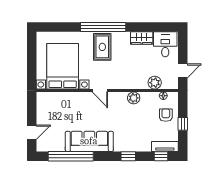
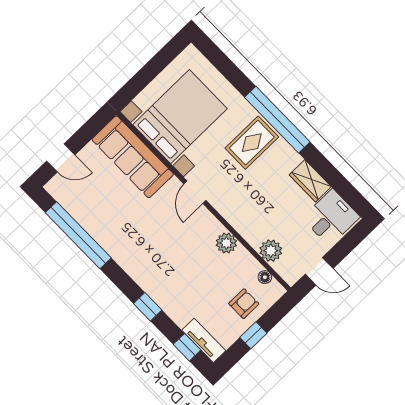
sofa: (89, 141) -> (133, 157), moved, turned 180

